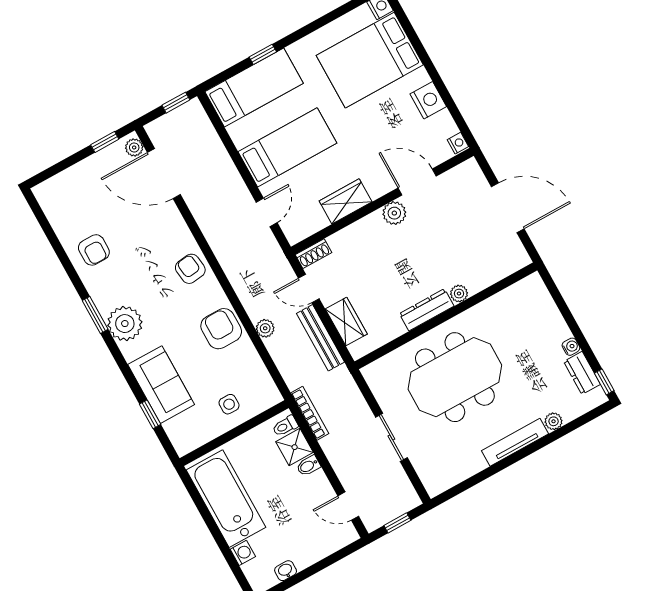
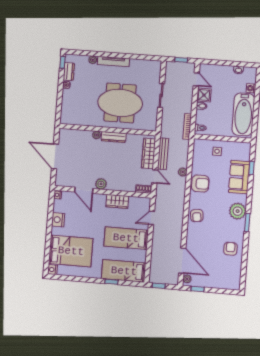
wardrobe: (346, 322) -> (149, 153), width x1.50
armchair: (221, 329) -> (200, 184), turned -90
shower: (295, 447) -> (204, 95), moved

